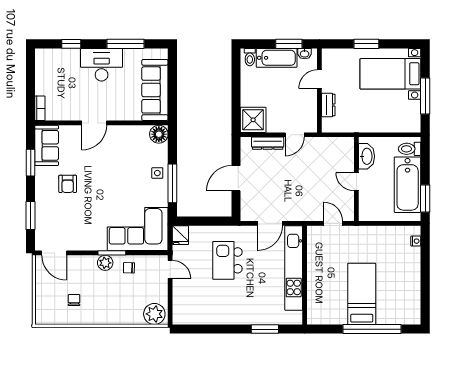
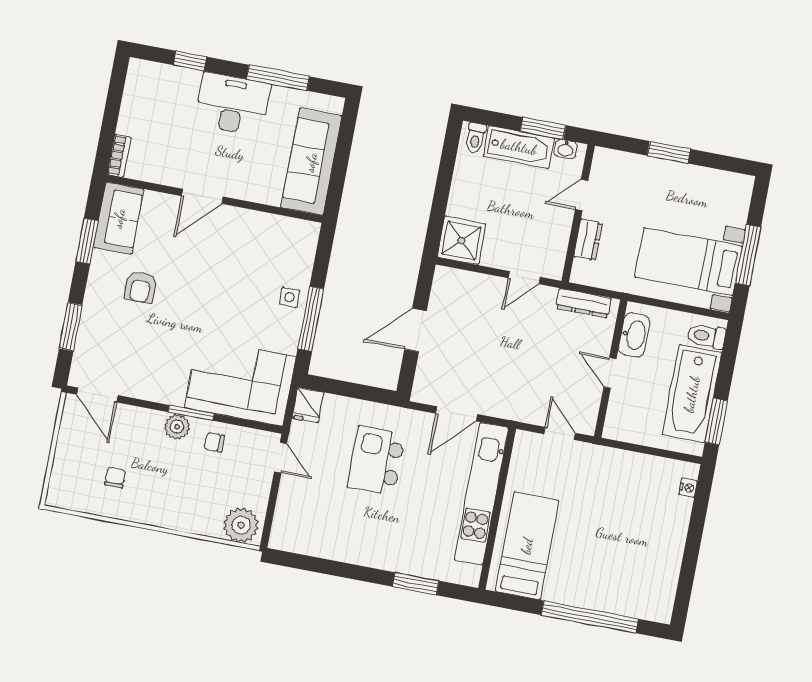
bed with nightstands: (390, 74) -> (688, 262), moved
floor lamp: (159, 134) -> (304, 235), removed
dresser: (268, 143) -> (584, 303), moved
bed: (362, 294) -> (527, 546), moved

